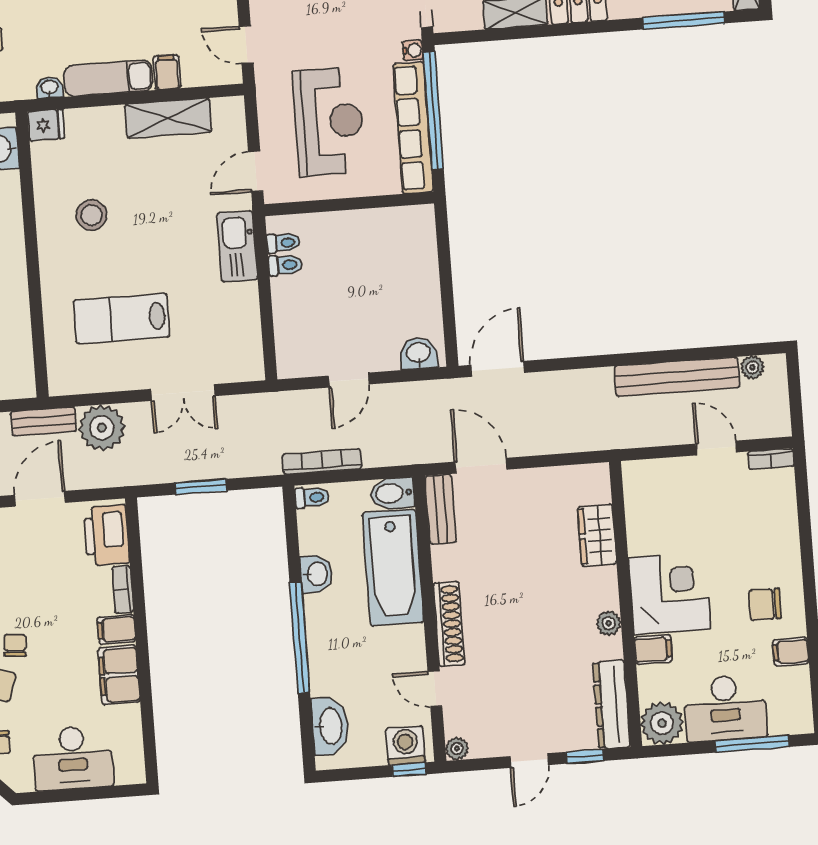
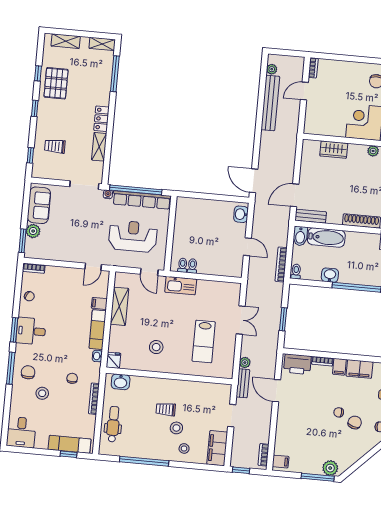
plant: (102, 428) -> (245, 363), width x0.53, depth x0.53
bathtub: (393, 568) -> (326, 237), width x0.73, depth x0.73

